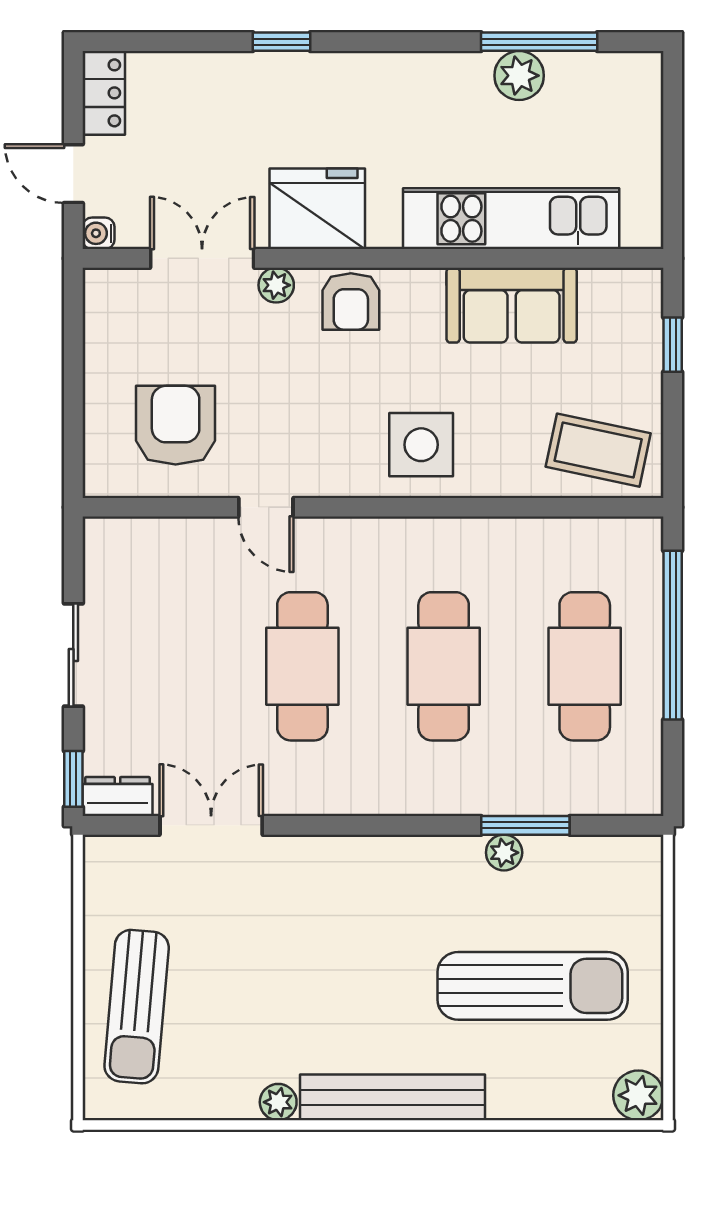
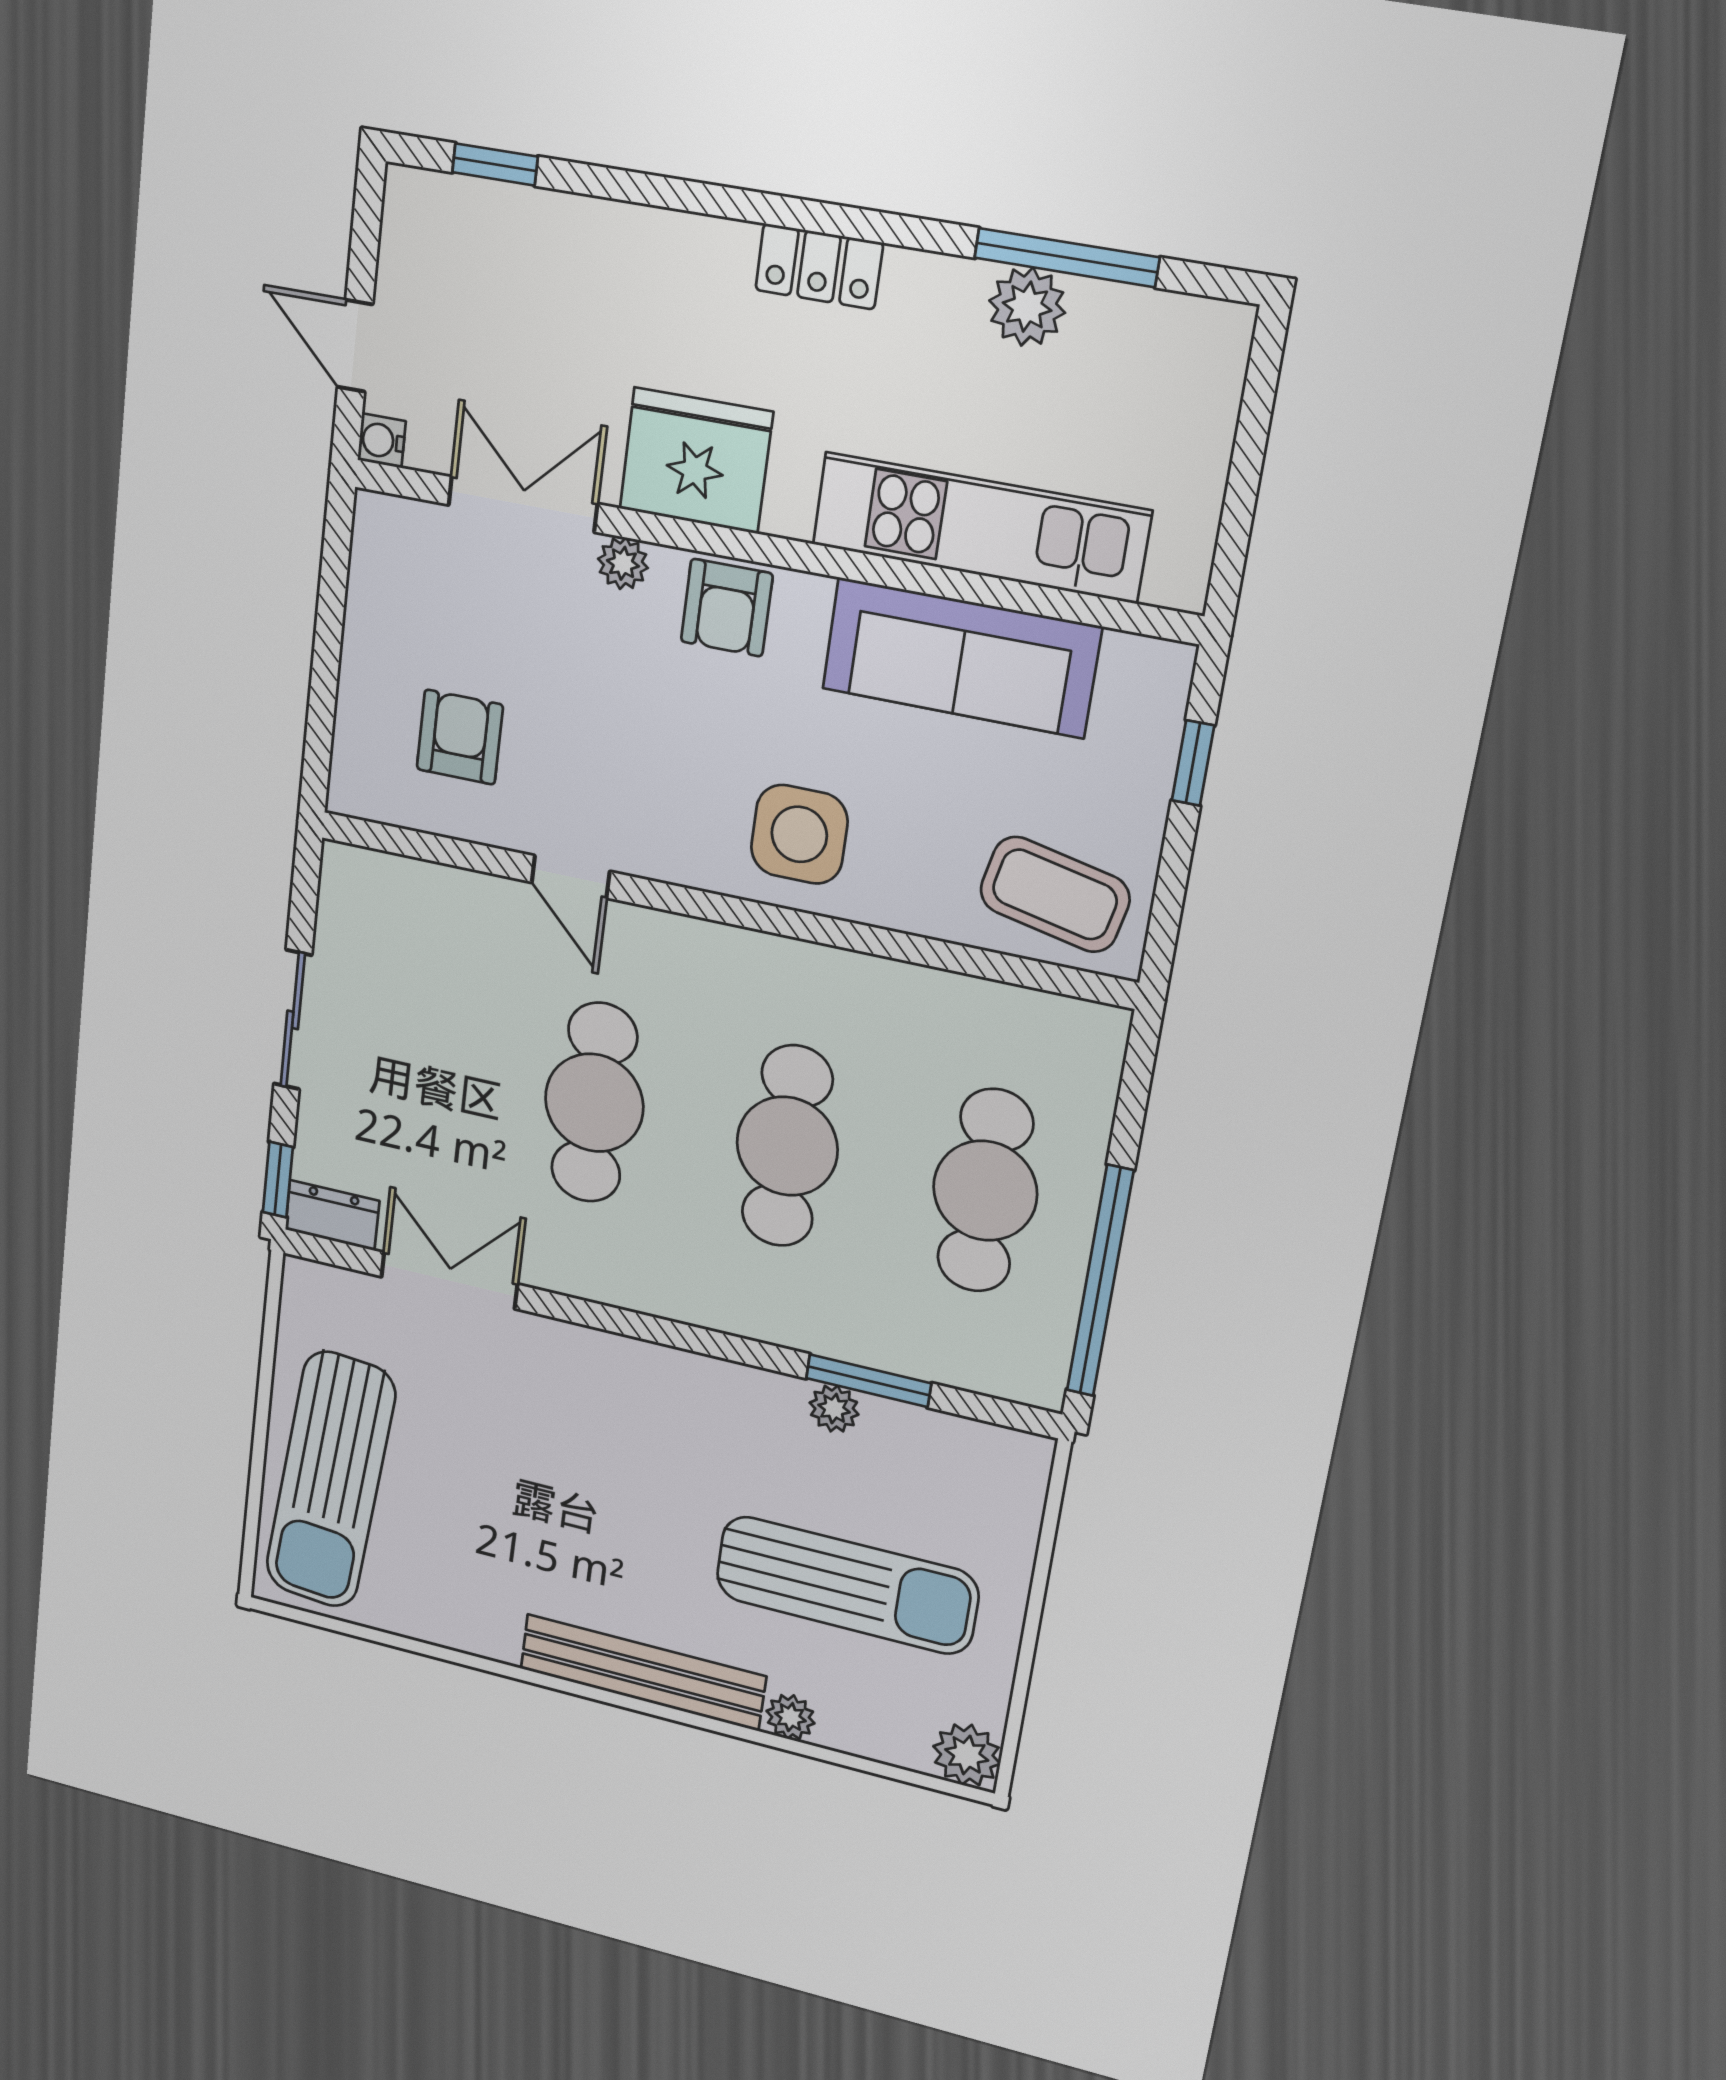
window: (282, 42) -> (495, 164), moved
locker: (104, 93) -> (819, 266), moved, turned 90
sofa: (512, 305) -> (961, 658), width x1.36
armchair: (176, 425) -> (460, 737), width x0.72, depth x0.72
window: (673, 635) -> (1100, 1281), moved
sun lounger: (137, 1007) -> (330, 1480), width x1.36, depth x1.34
plant: (278, 1102) -> (790, 1717), moved

